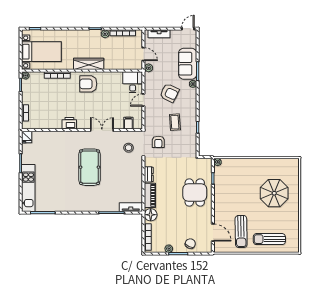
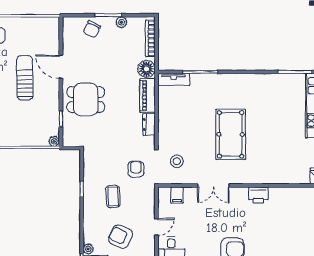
dining table: (195, 193) -> (86, 100), turned 90
sun lounger: (241, 231) -> (25, 78), moved
door: (213, 232) -> (61, 67), moved

